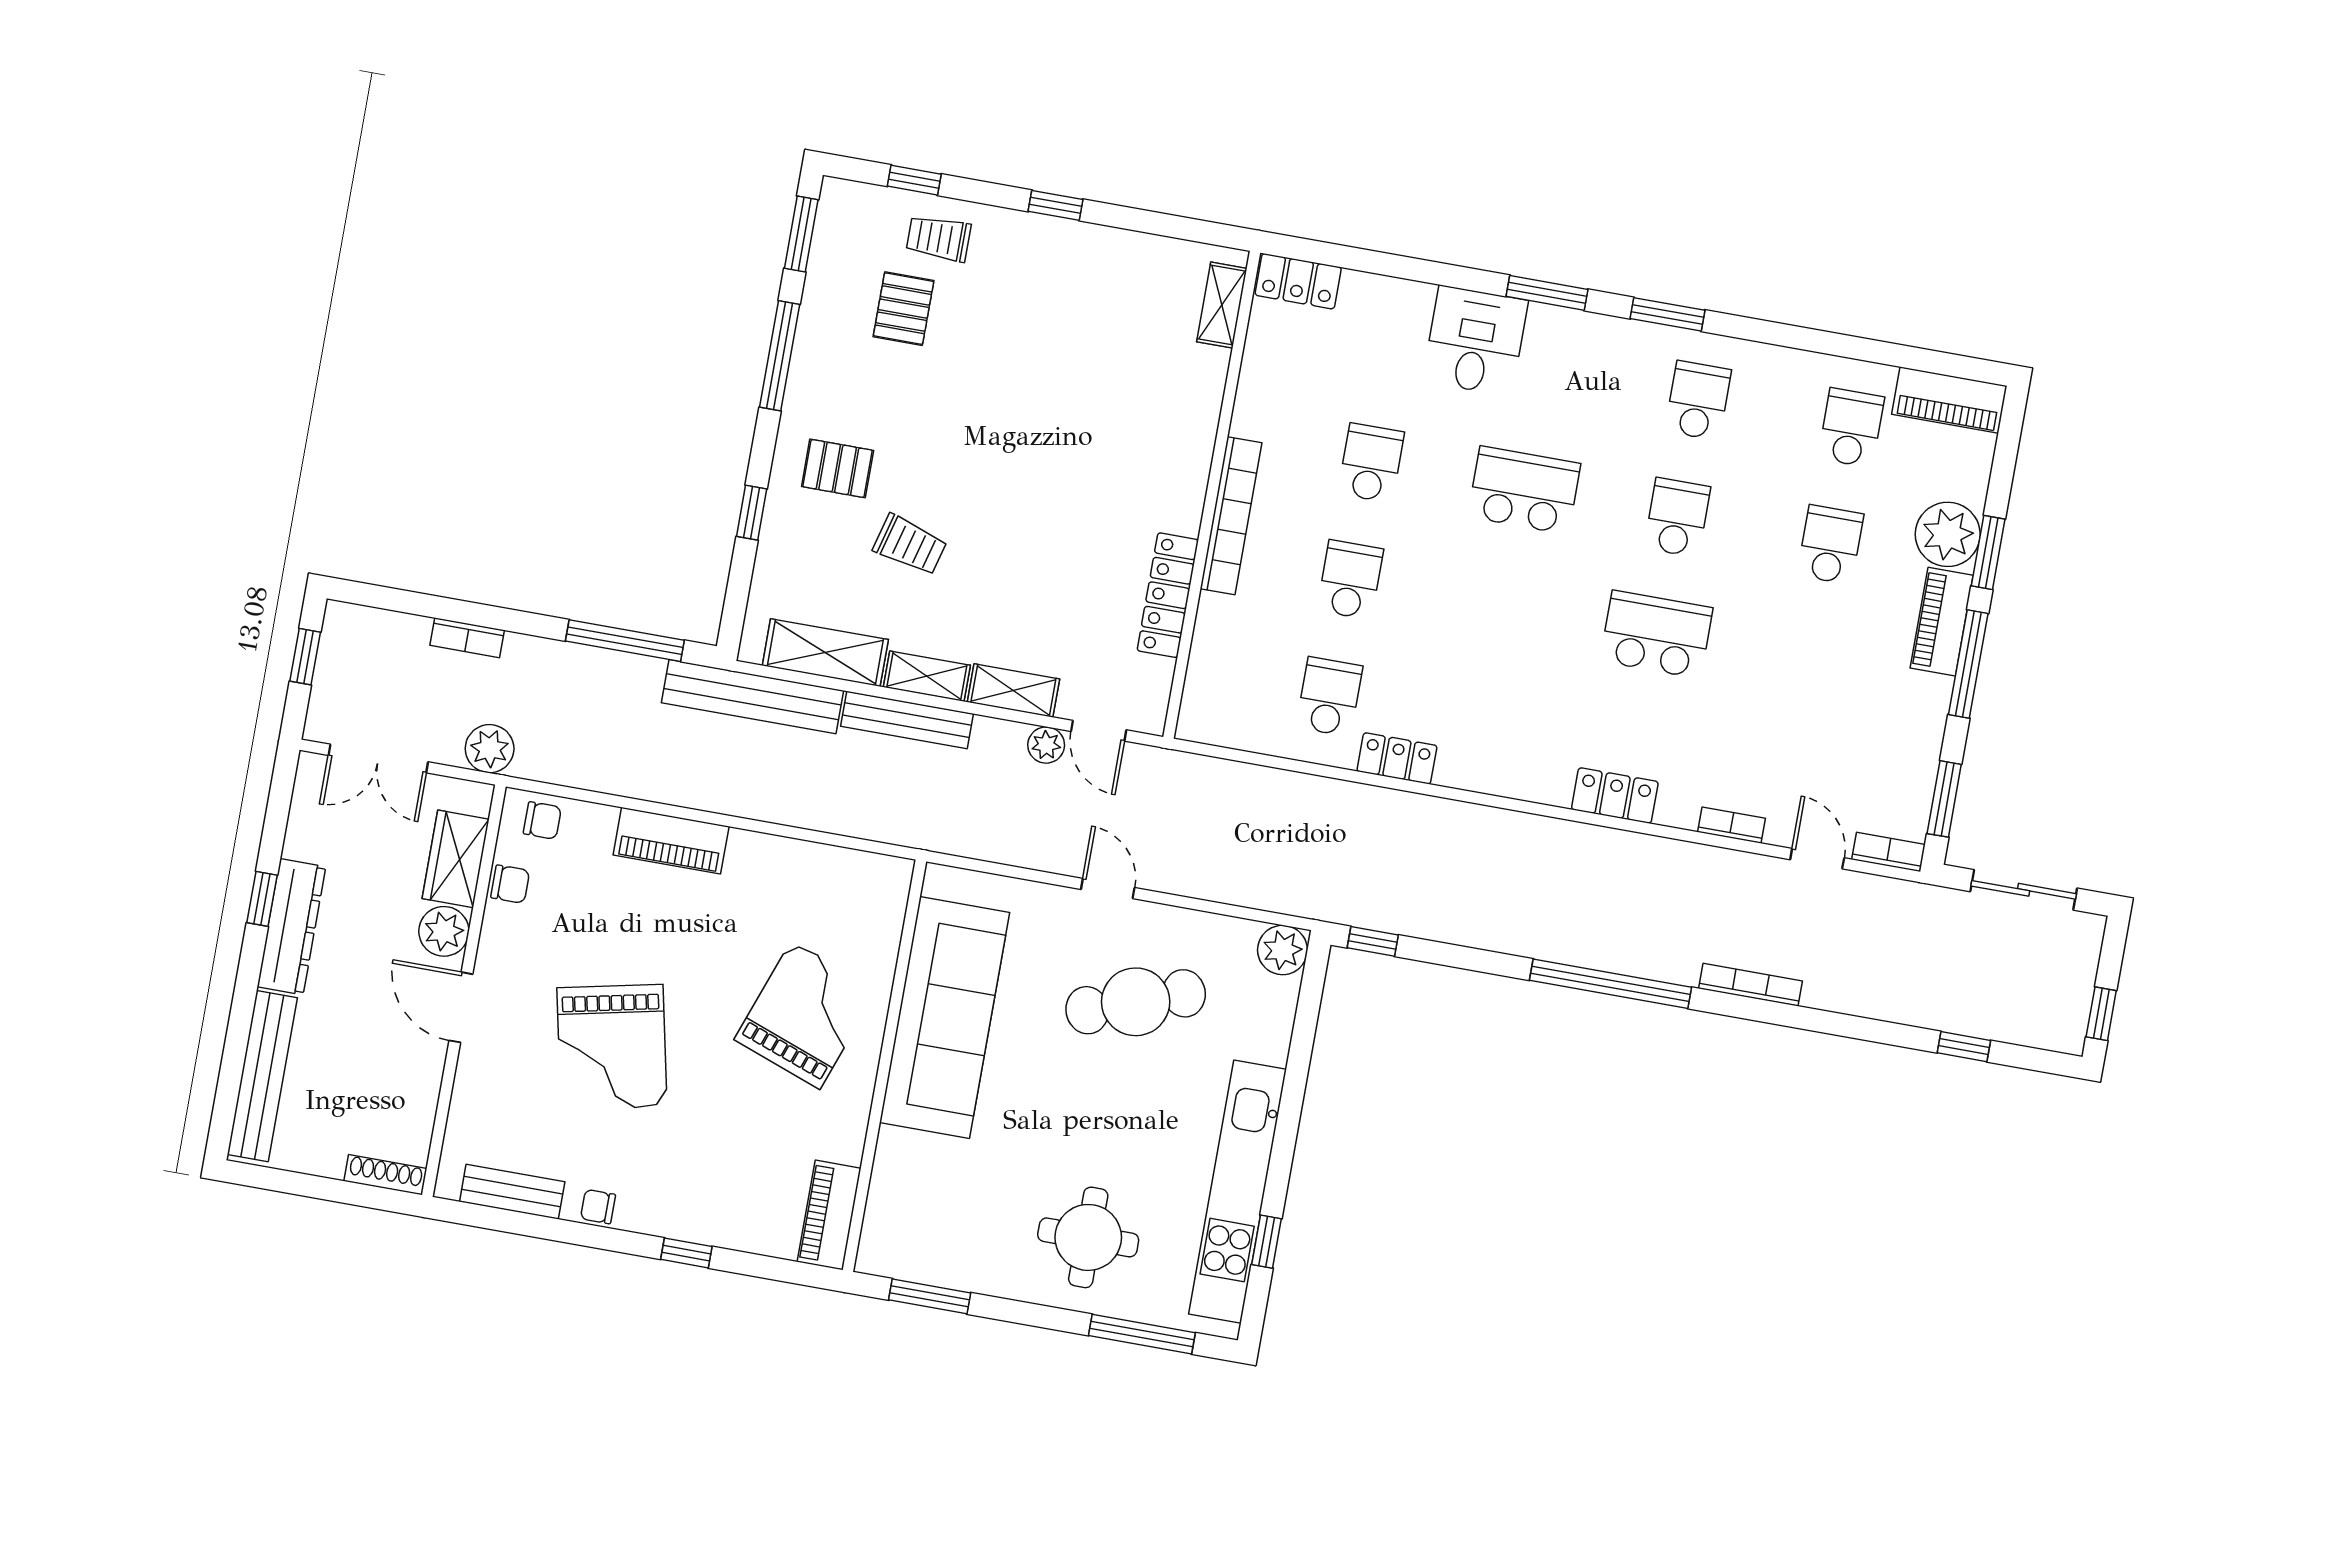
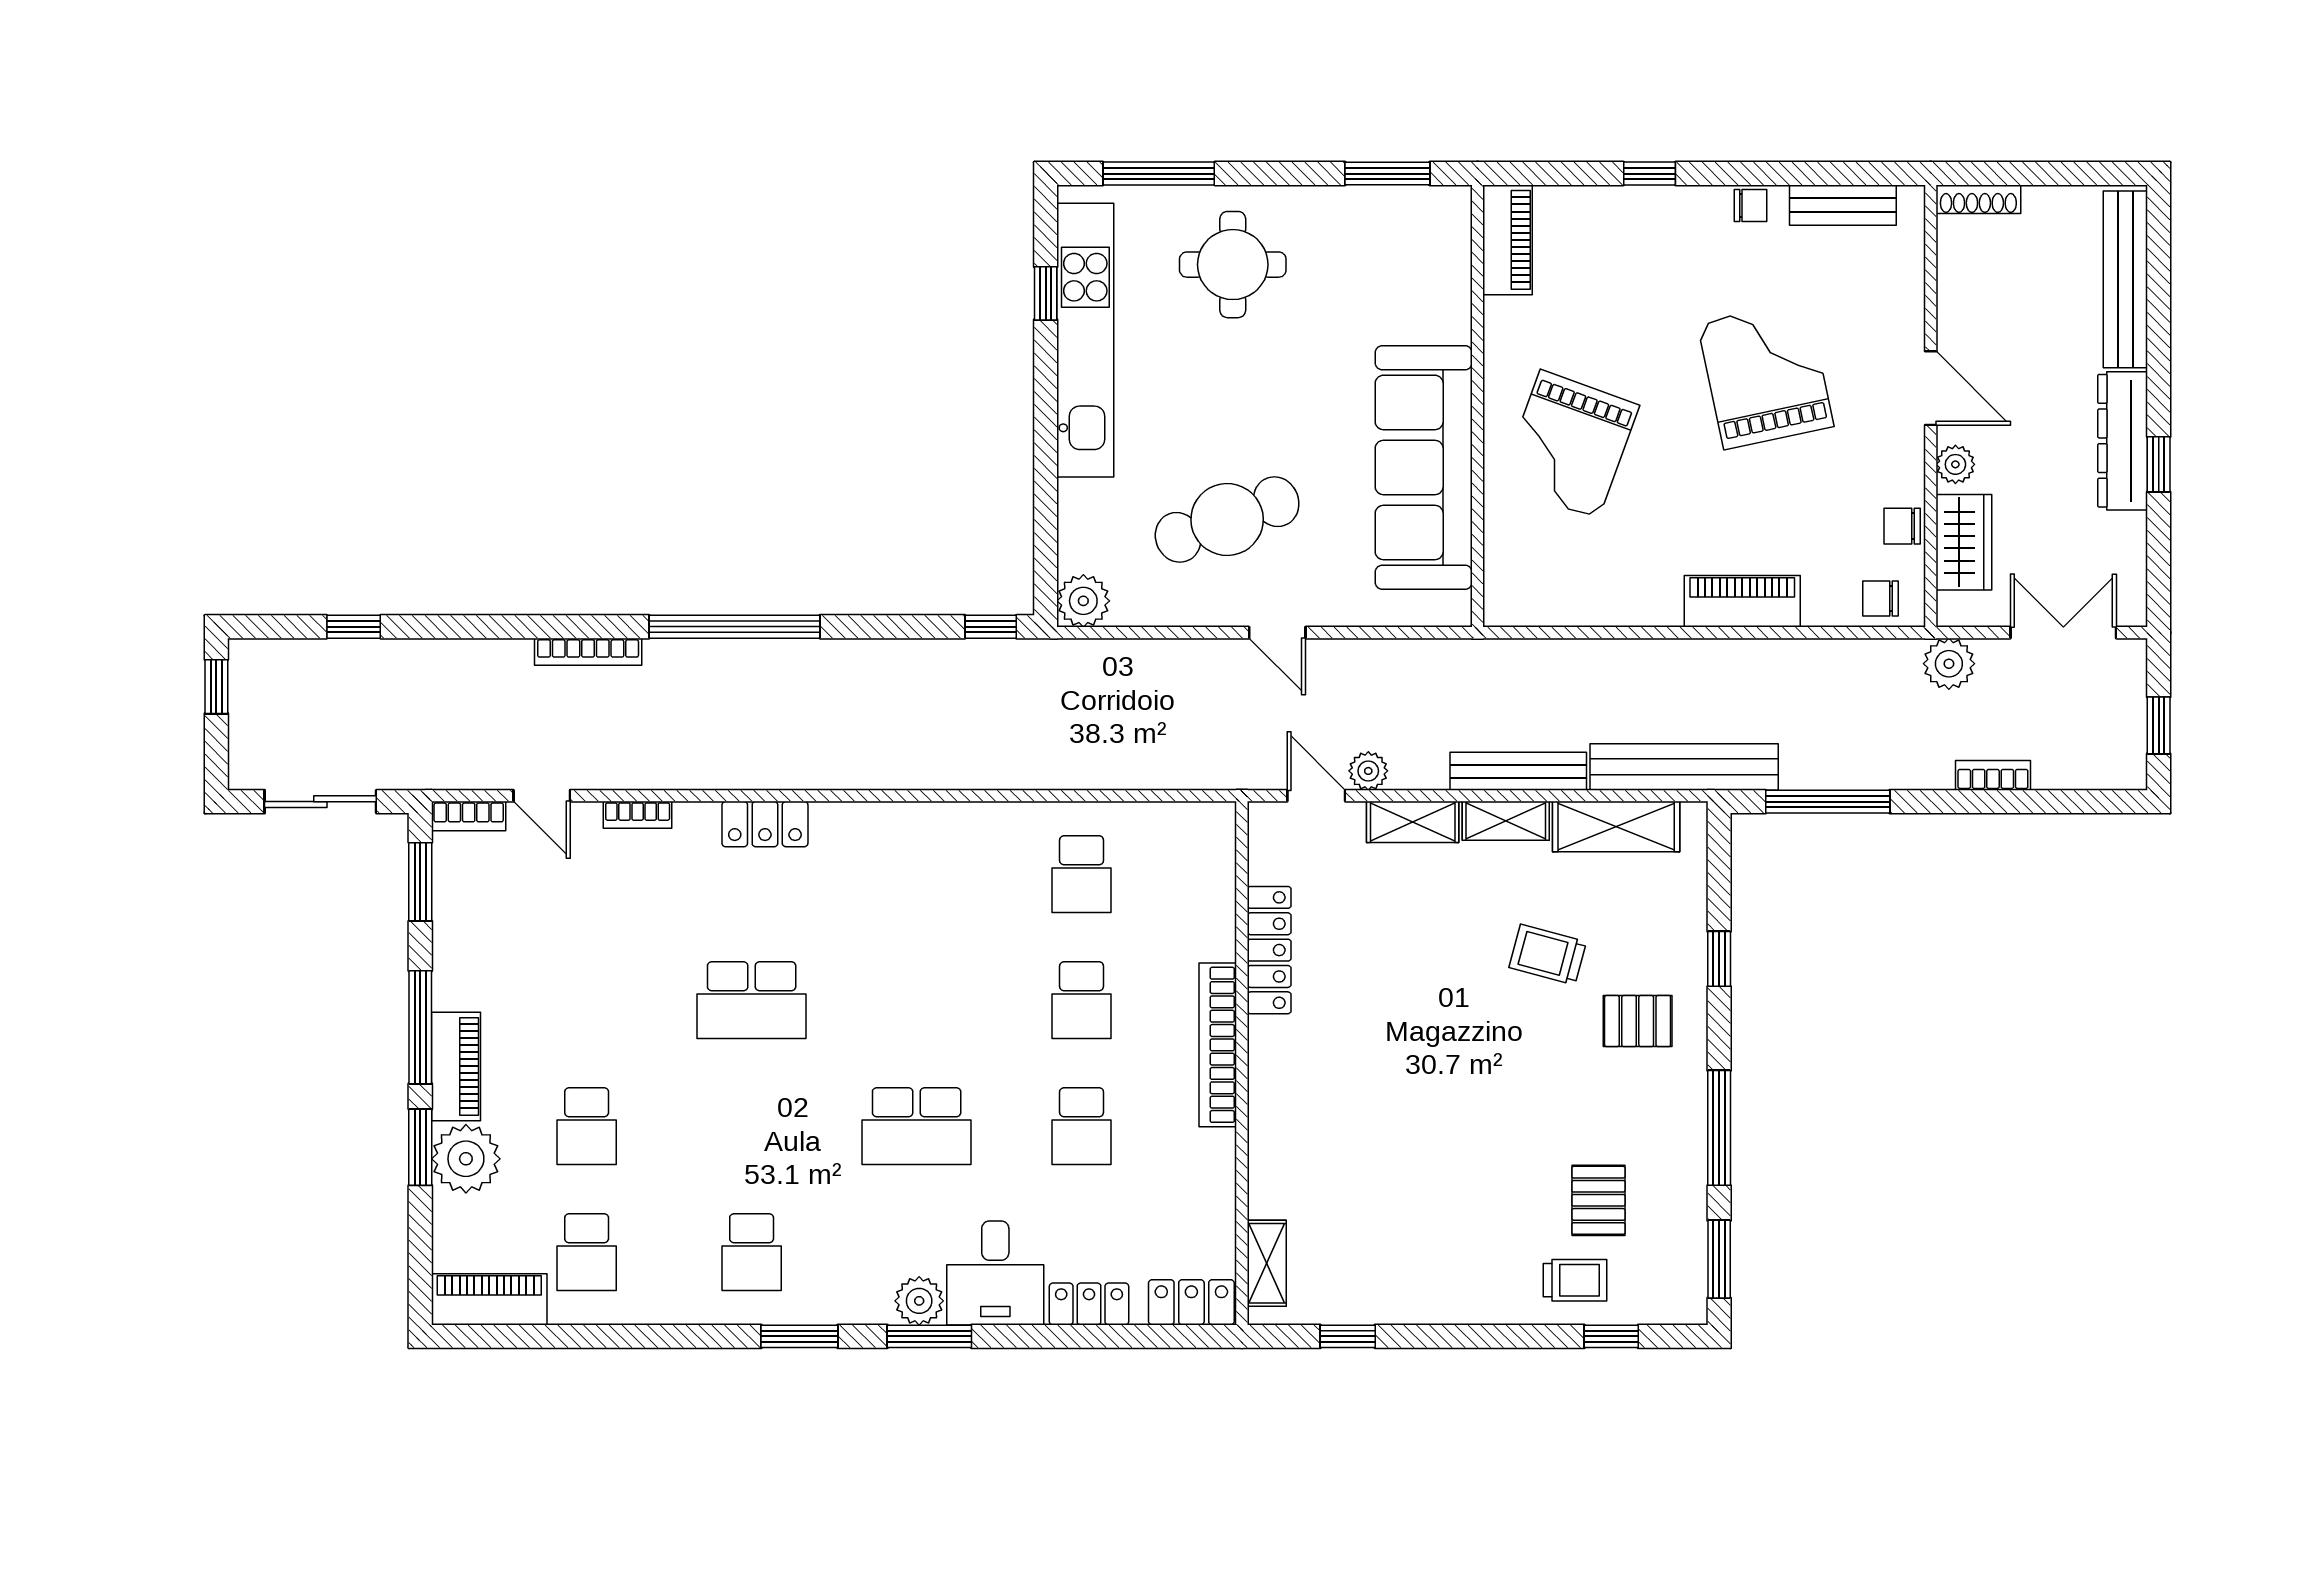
window: (1055, 205) -> (1348, 1336), moved
plant: (1551, 328) -> (919, 1301), added
school desk: (1677, 517) -> (752, 1126), removed
locker: (1397, 758) -> (1089, 1304), moved, turned 180
plant: (444, 931) -> (1955, 464), width x0.73, depth x0.73

